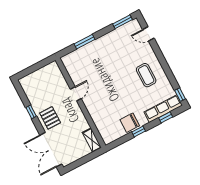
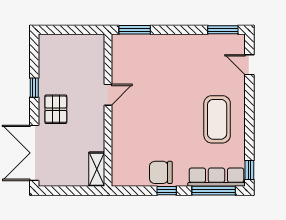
window: (85, 42) -> (135, 30), moved
coffee table: (146, 75) -> (217, 119), width x1.36, depth x1.32
window: (166, 117) -> (214, 191), width x2.17

